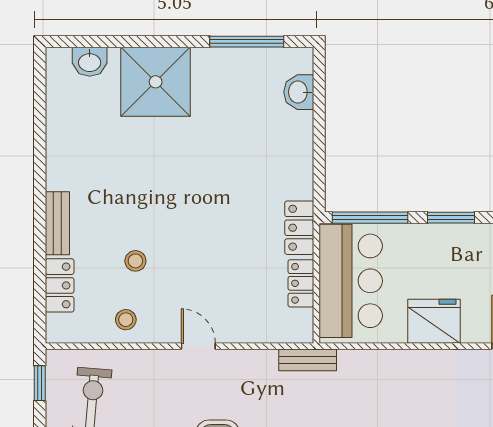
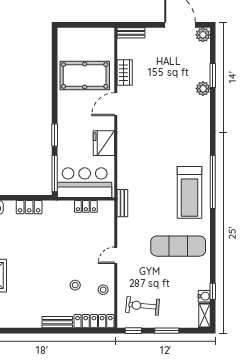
locker: (299, 228) -> (29, 207), moved
locker: (60, 285) -> (94, 321), width x1.53

